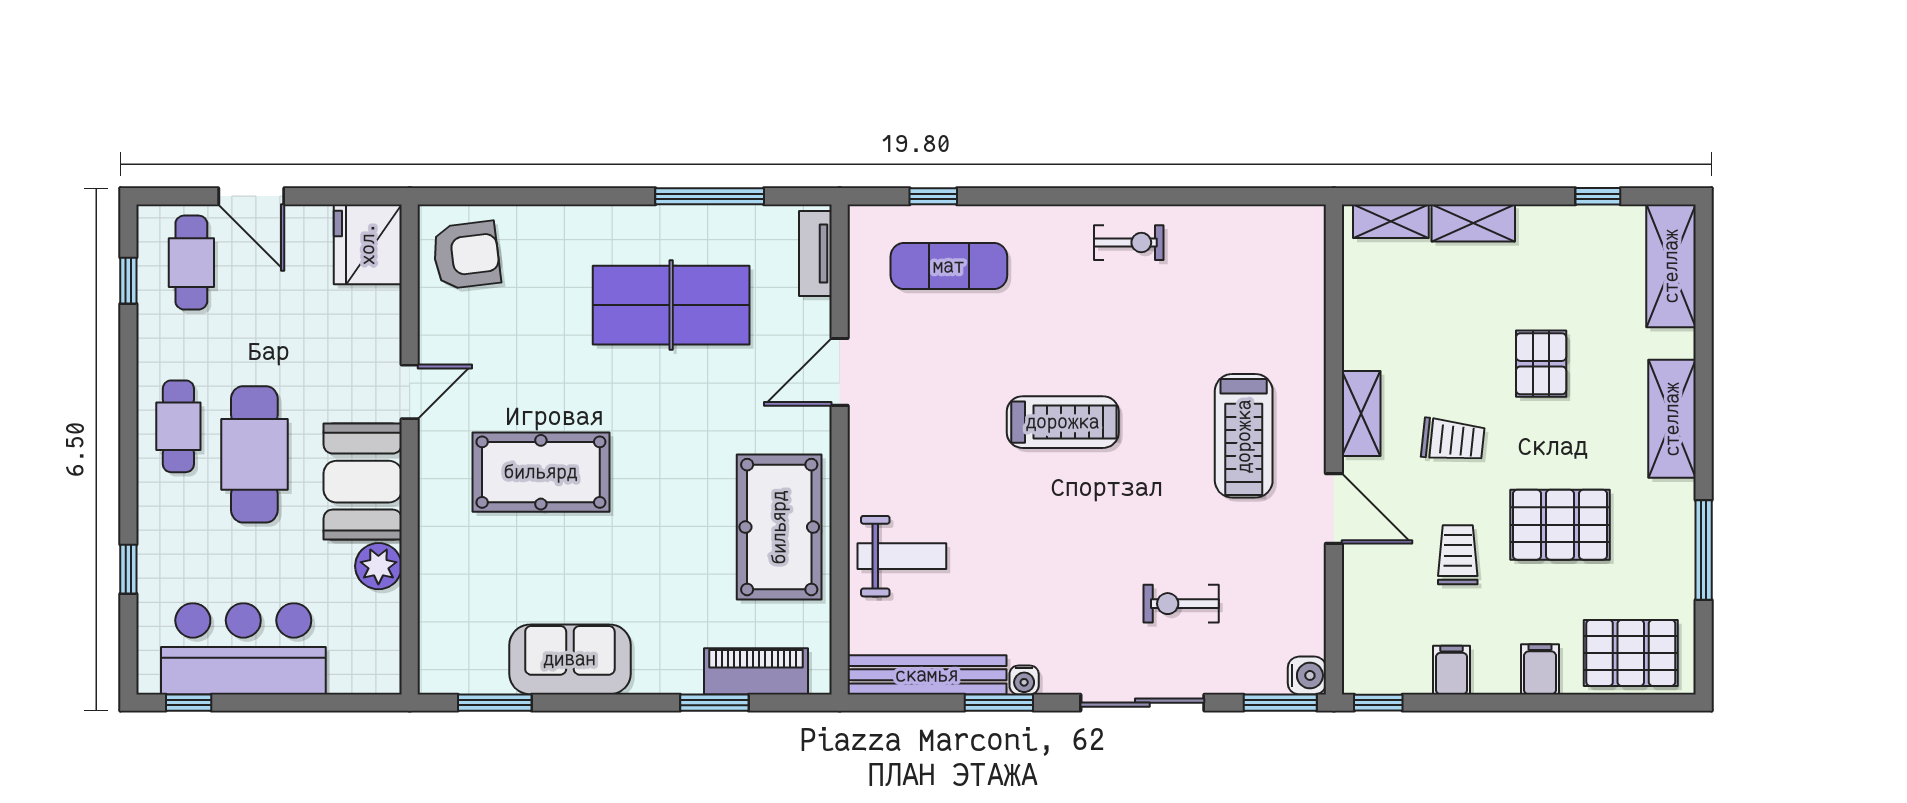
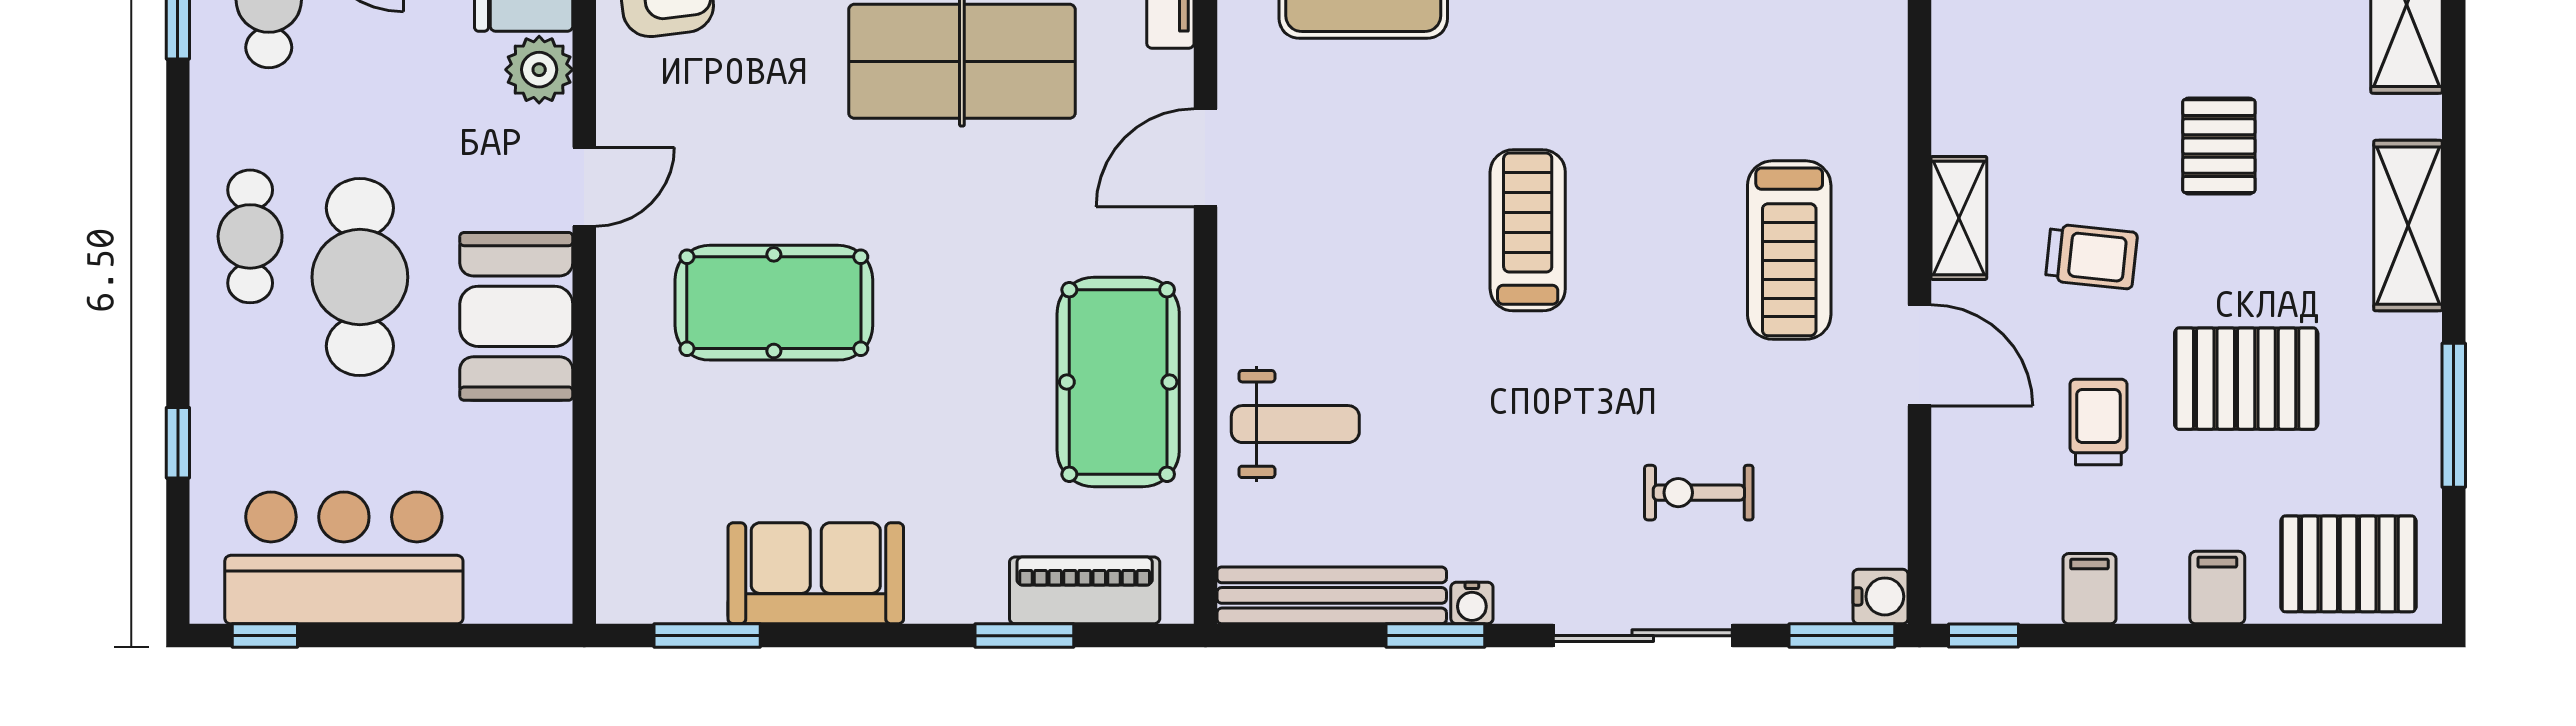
treadmill: (1063, 422) -> (1528, 230), turned -90
plant: (378, 566) -> (539, 70), moved

